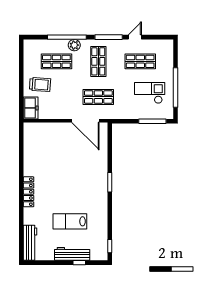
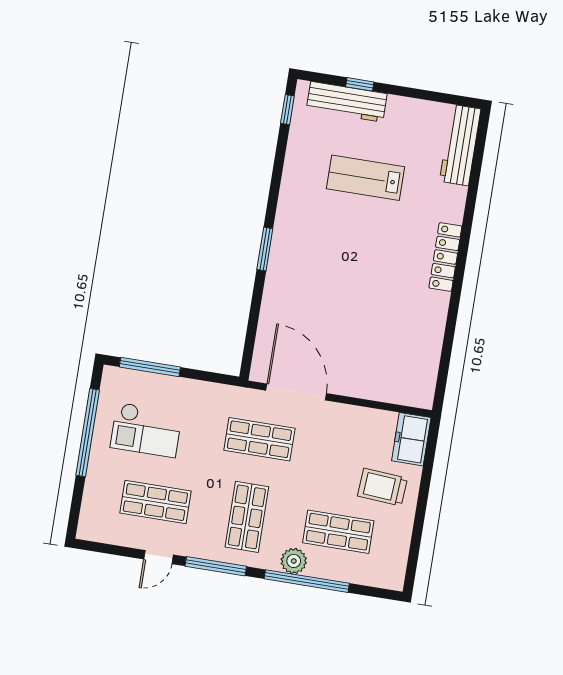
lab bench: (70, 221) -> (366, 178), turned 180
workbench: (72, 254) -> (347, 102), moved

